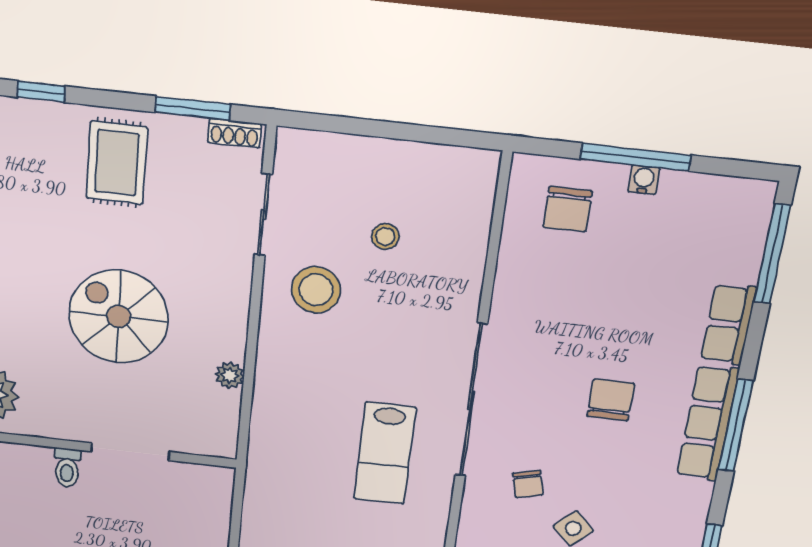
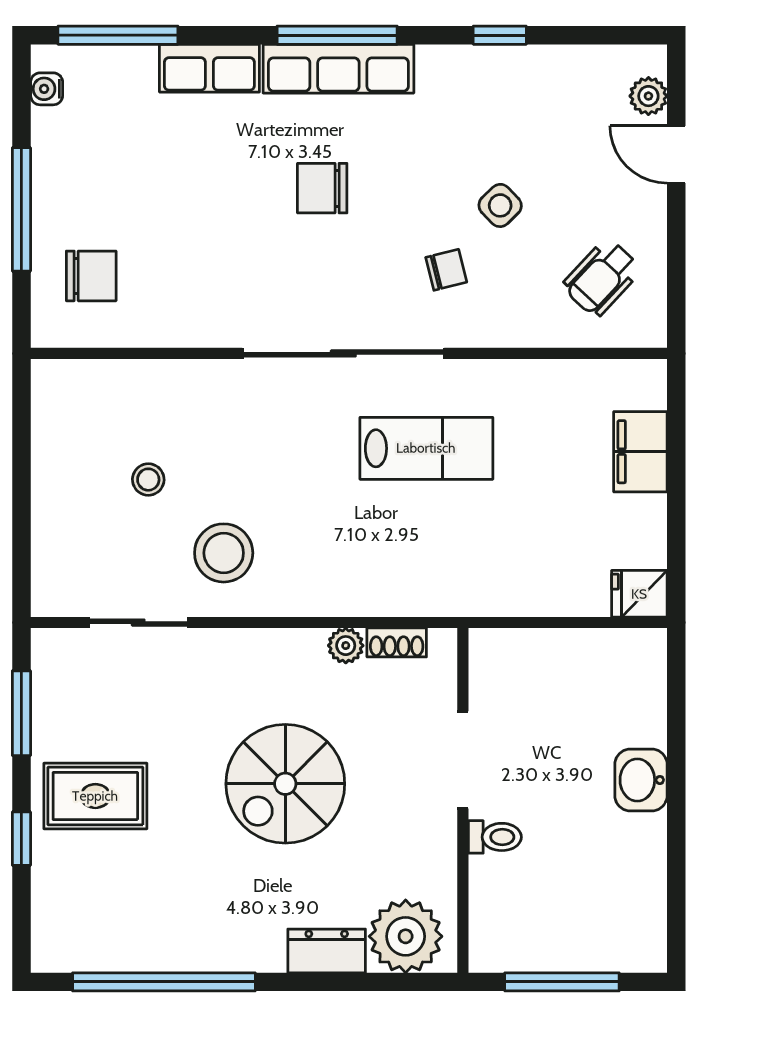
window: (41, 92) -> (21, 839), moved
shoe rack: (234, 133) -> (397, 642), moved, turned 90
water cooler: (644, 180) -> (47, 89), moved

